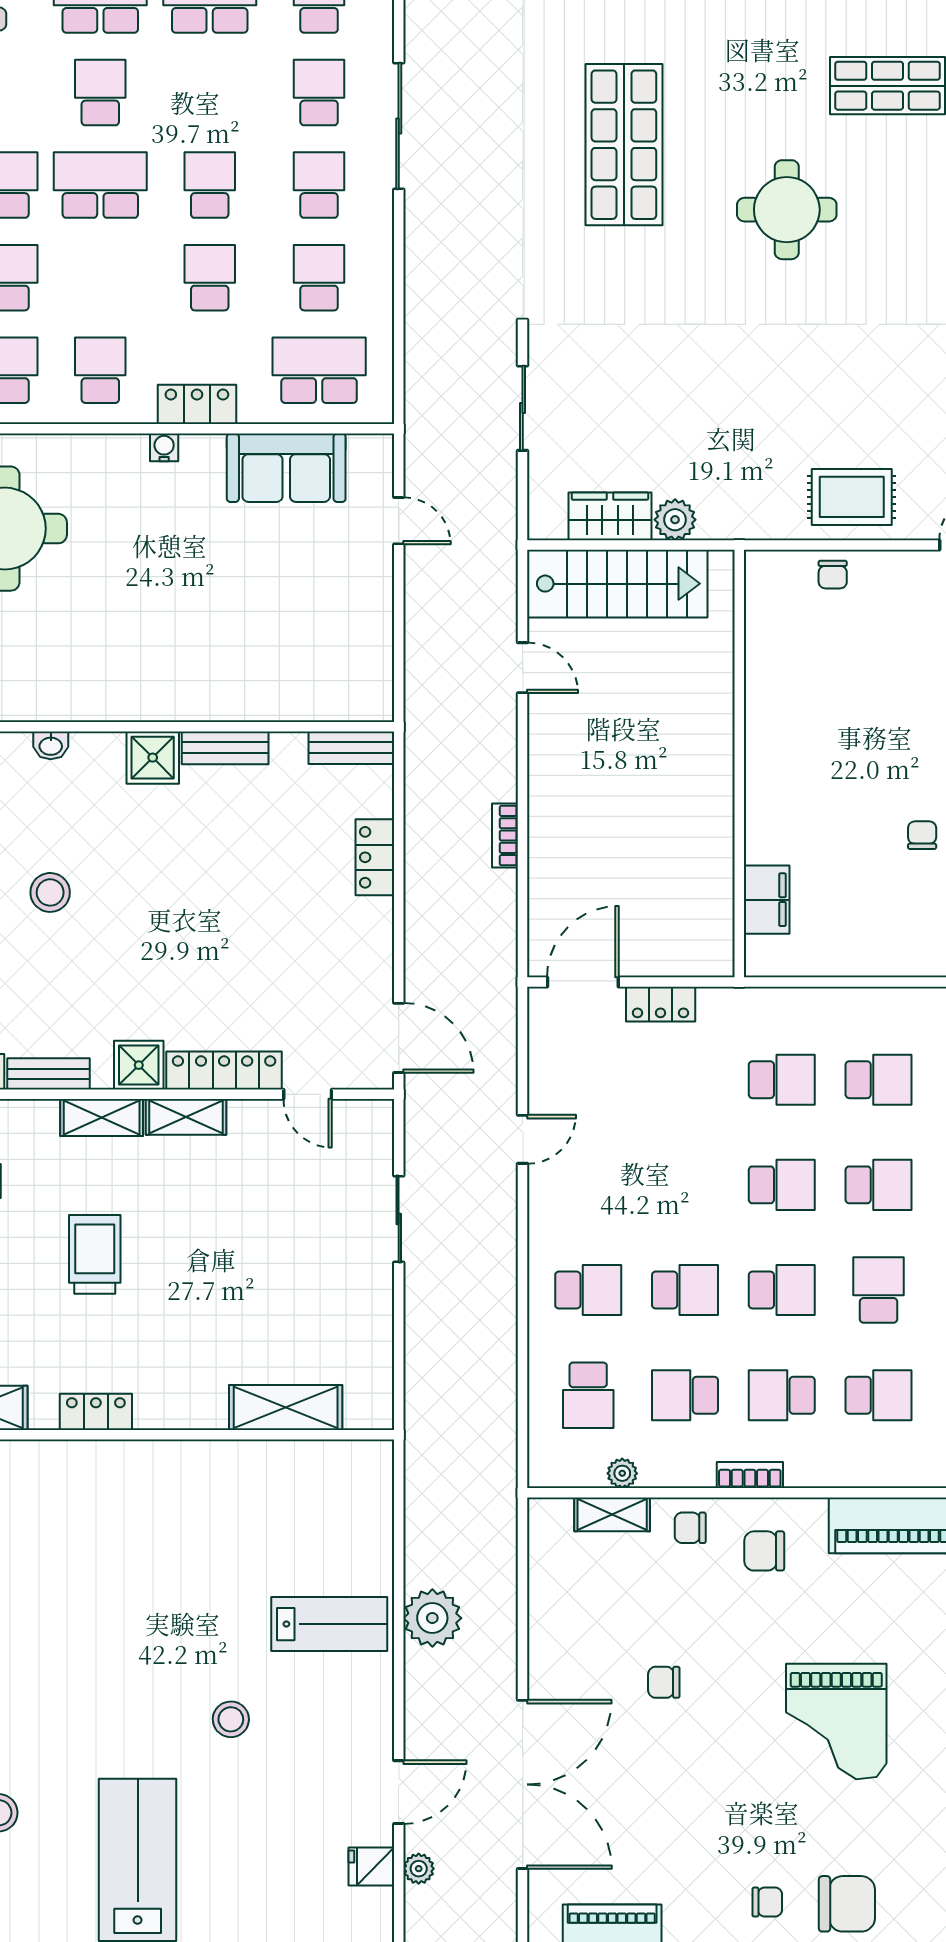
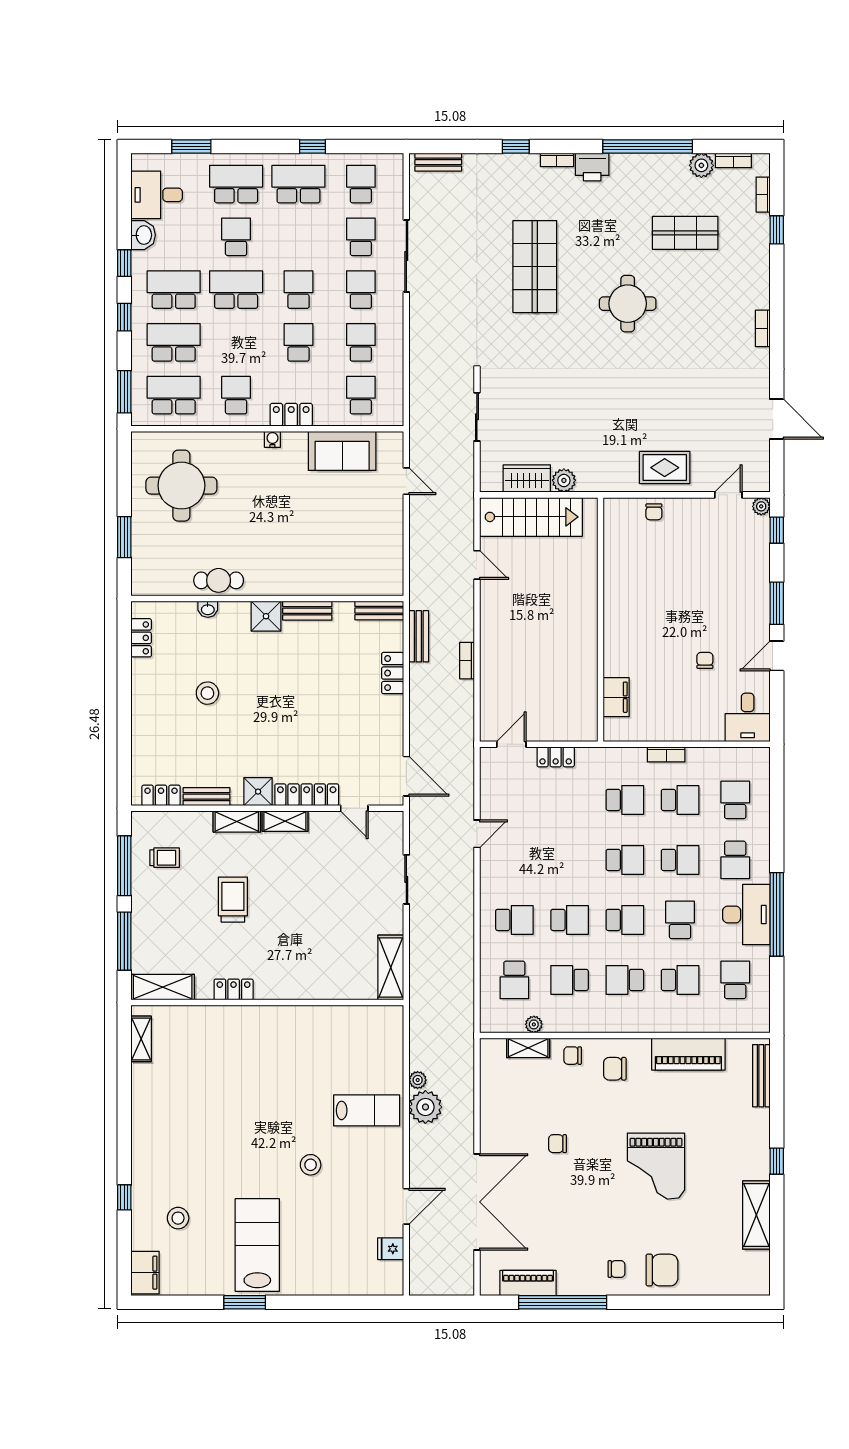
school desk: (319, 370) -> (361, 395), width x0.54
cafe table: (70, 695) -> (219, 580), added
bench: (421, 793) -> (419, 636), added
door: (583, 982) -> (511, 744), width x0.73
shelving: (286, 1407) -> (391, 968), moved, turned 90
bookcase: (750, 1475) -> (666, 754), moved, turned 180
plant: (419, 1869) -> (418, 1080), moved

